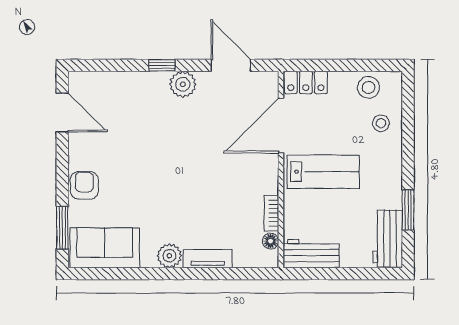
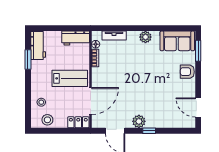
lab bench: (323, 172) -> (70, 78), turned 180
armchair: (84, 185) -> (187, 72), turned 90
tv unit: (208, 259) -> (114, 36), moved

